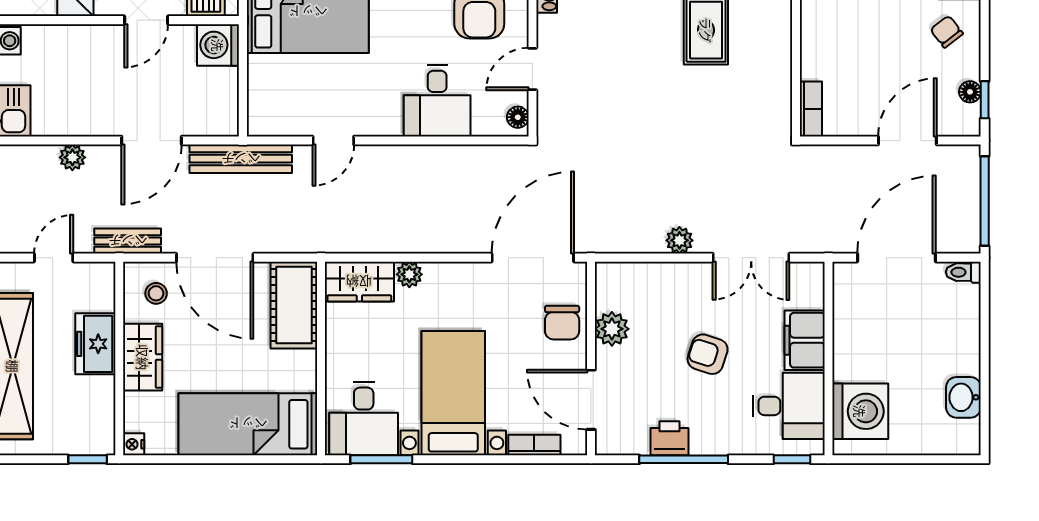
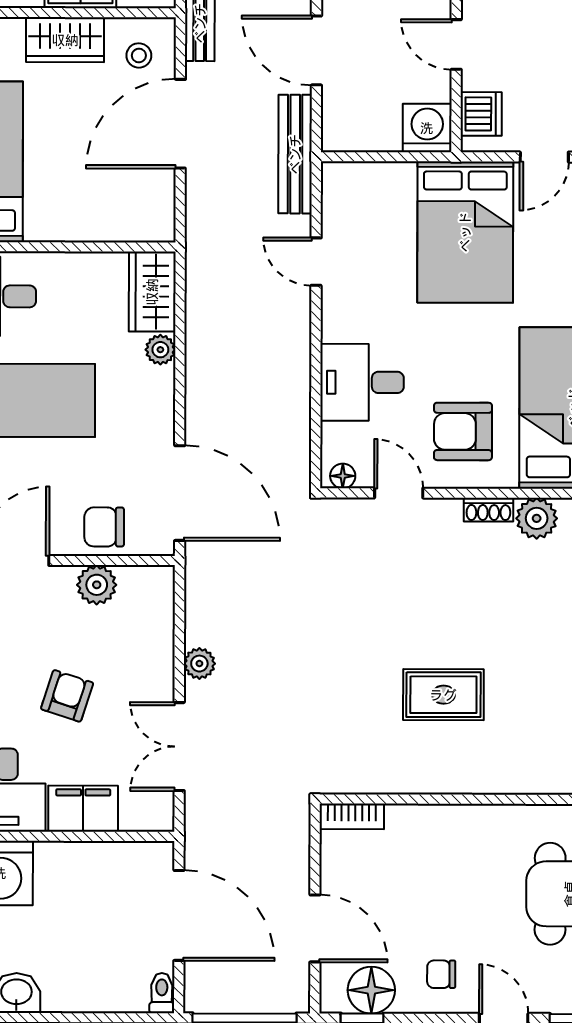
chair: (947, 32) -> (441, 974), turned -142
floor lamp: (970, 92) -> (371, 990), width x1.89, depth x1.89
cot: (294, 305) -> (125, 216), removed

